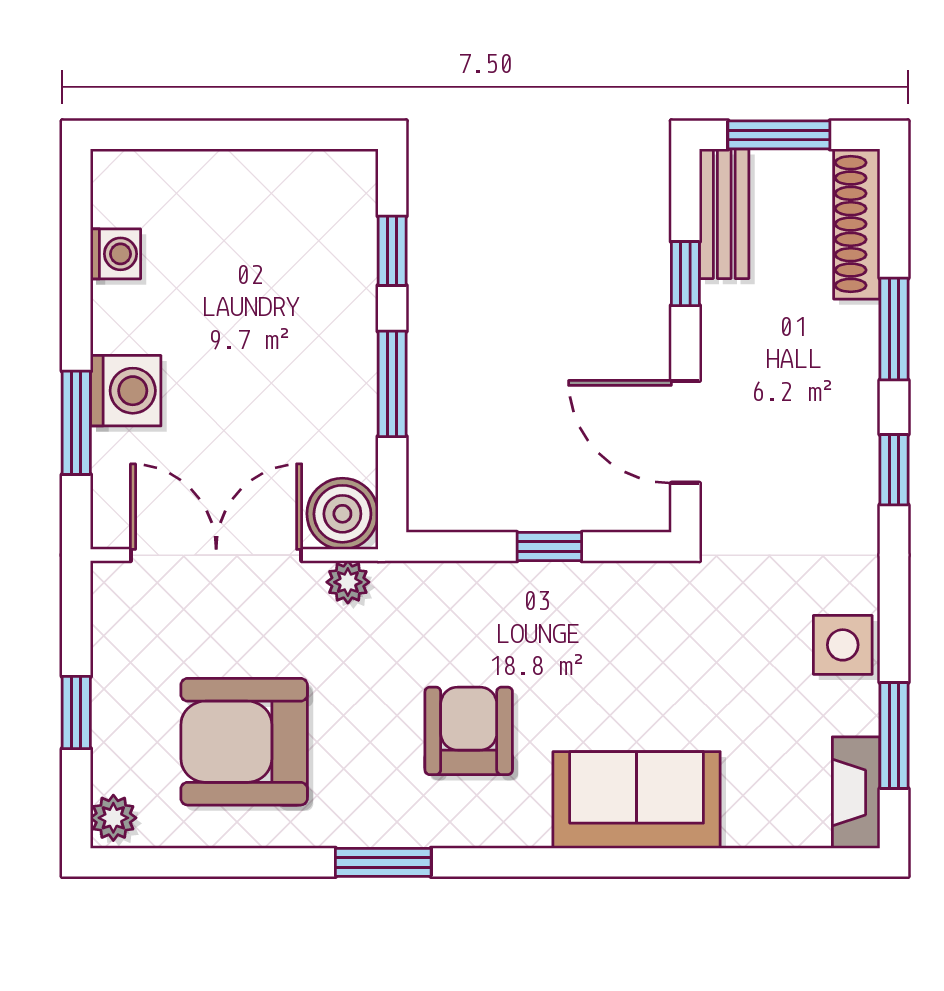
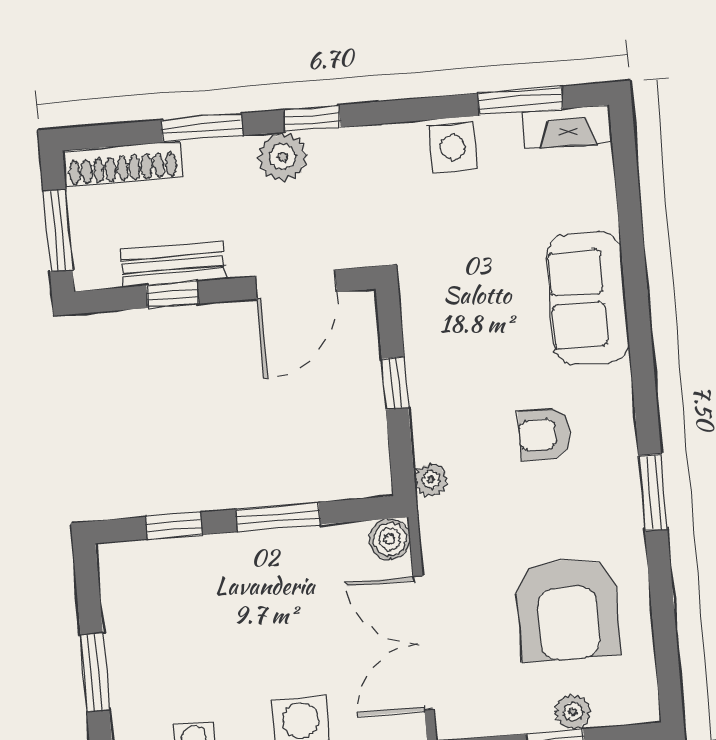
window: (214, 135) -> (95, 672), added
bench: (724, 214) -> (172, 264), moved
plant: (849, 428) -> (283, 157), added
boiler: (342, 514) -> (390, 539), width x0.73, depth x0.73
plant: (348, 582) -> (431, 480), moved
armchair: (469, 731) -> (544, 434), width x0.72, depth x0.72
plant: (113, 818) -> (573, 712), moved

